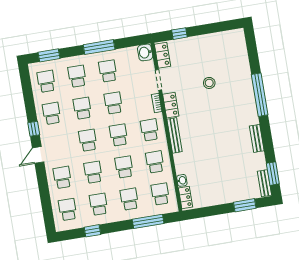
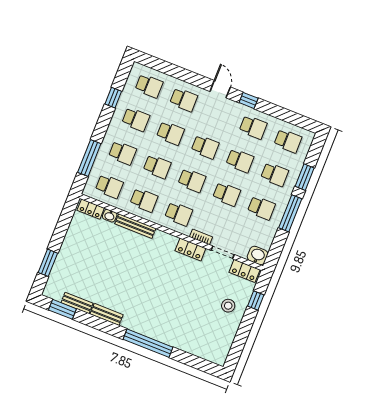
window: (49, 55) -> (305, 177), moved
stool: (209, 83) -> (228, 306), moved
bench: (175, 135) -> (135, 226), moved
bench: (264, 183) -> (77, 303), moved

